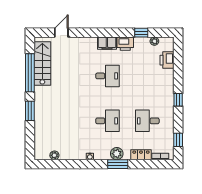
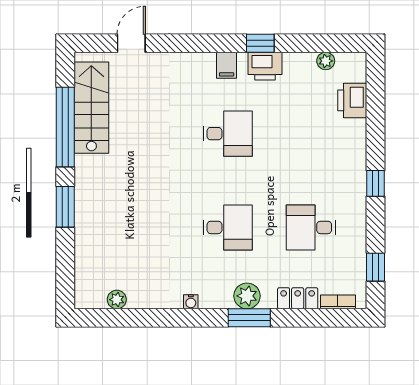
window: (141, 33) -> (260, 43), moved
filing cabinet: (107, 43) -> (227, 65), width x0.50

